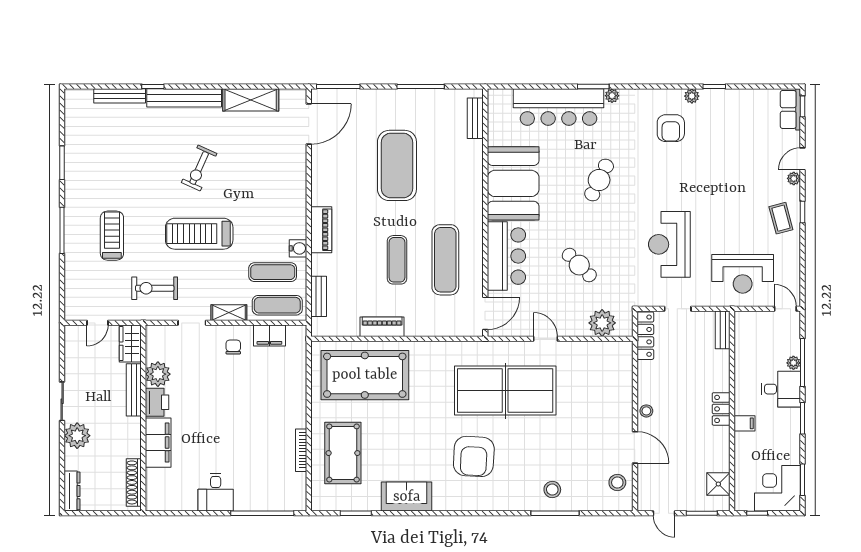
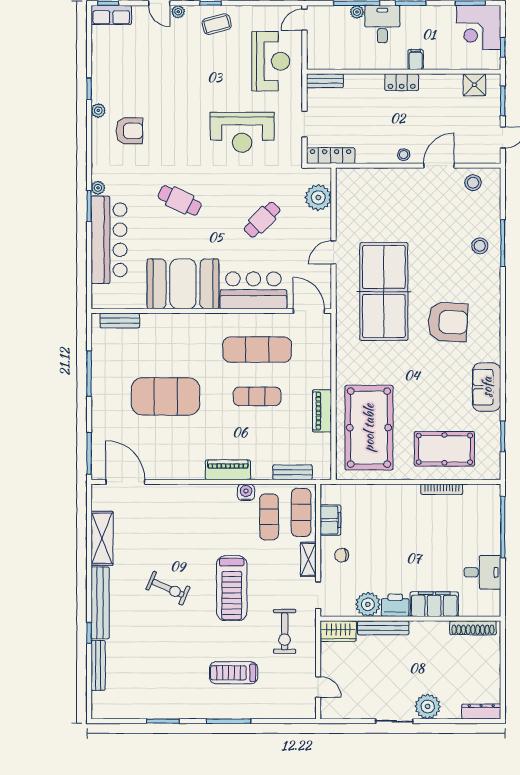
wardrobe: (130, 344) -> (338, 631), moved
plant: (158, 374) -> (368, 604), moved
bench: (134, 390) -> (383, 628), moved
printer: (157, 402) -> (395, 605), moved
wall: (143, 418) -> (410, 619), moved
filing cabinet: (158, 443) -> (434, 604), moved
shoe rack: (134, 482) -> (473, 628), moved

